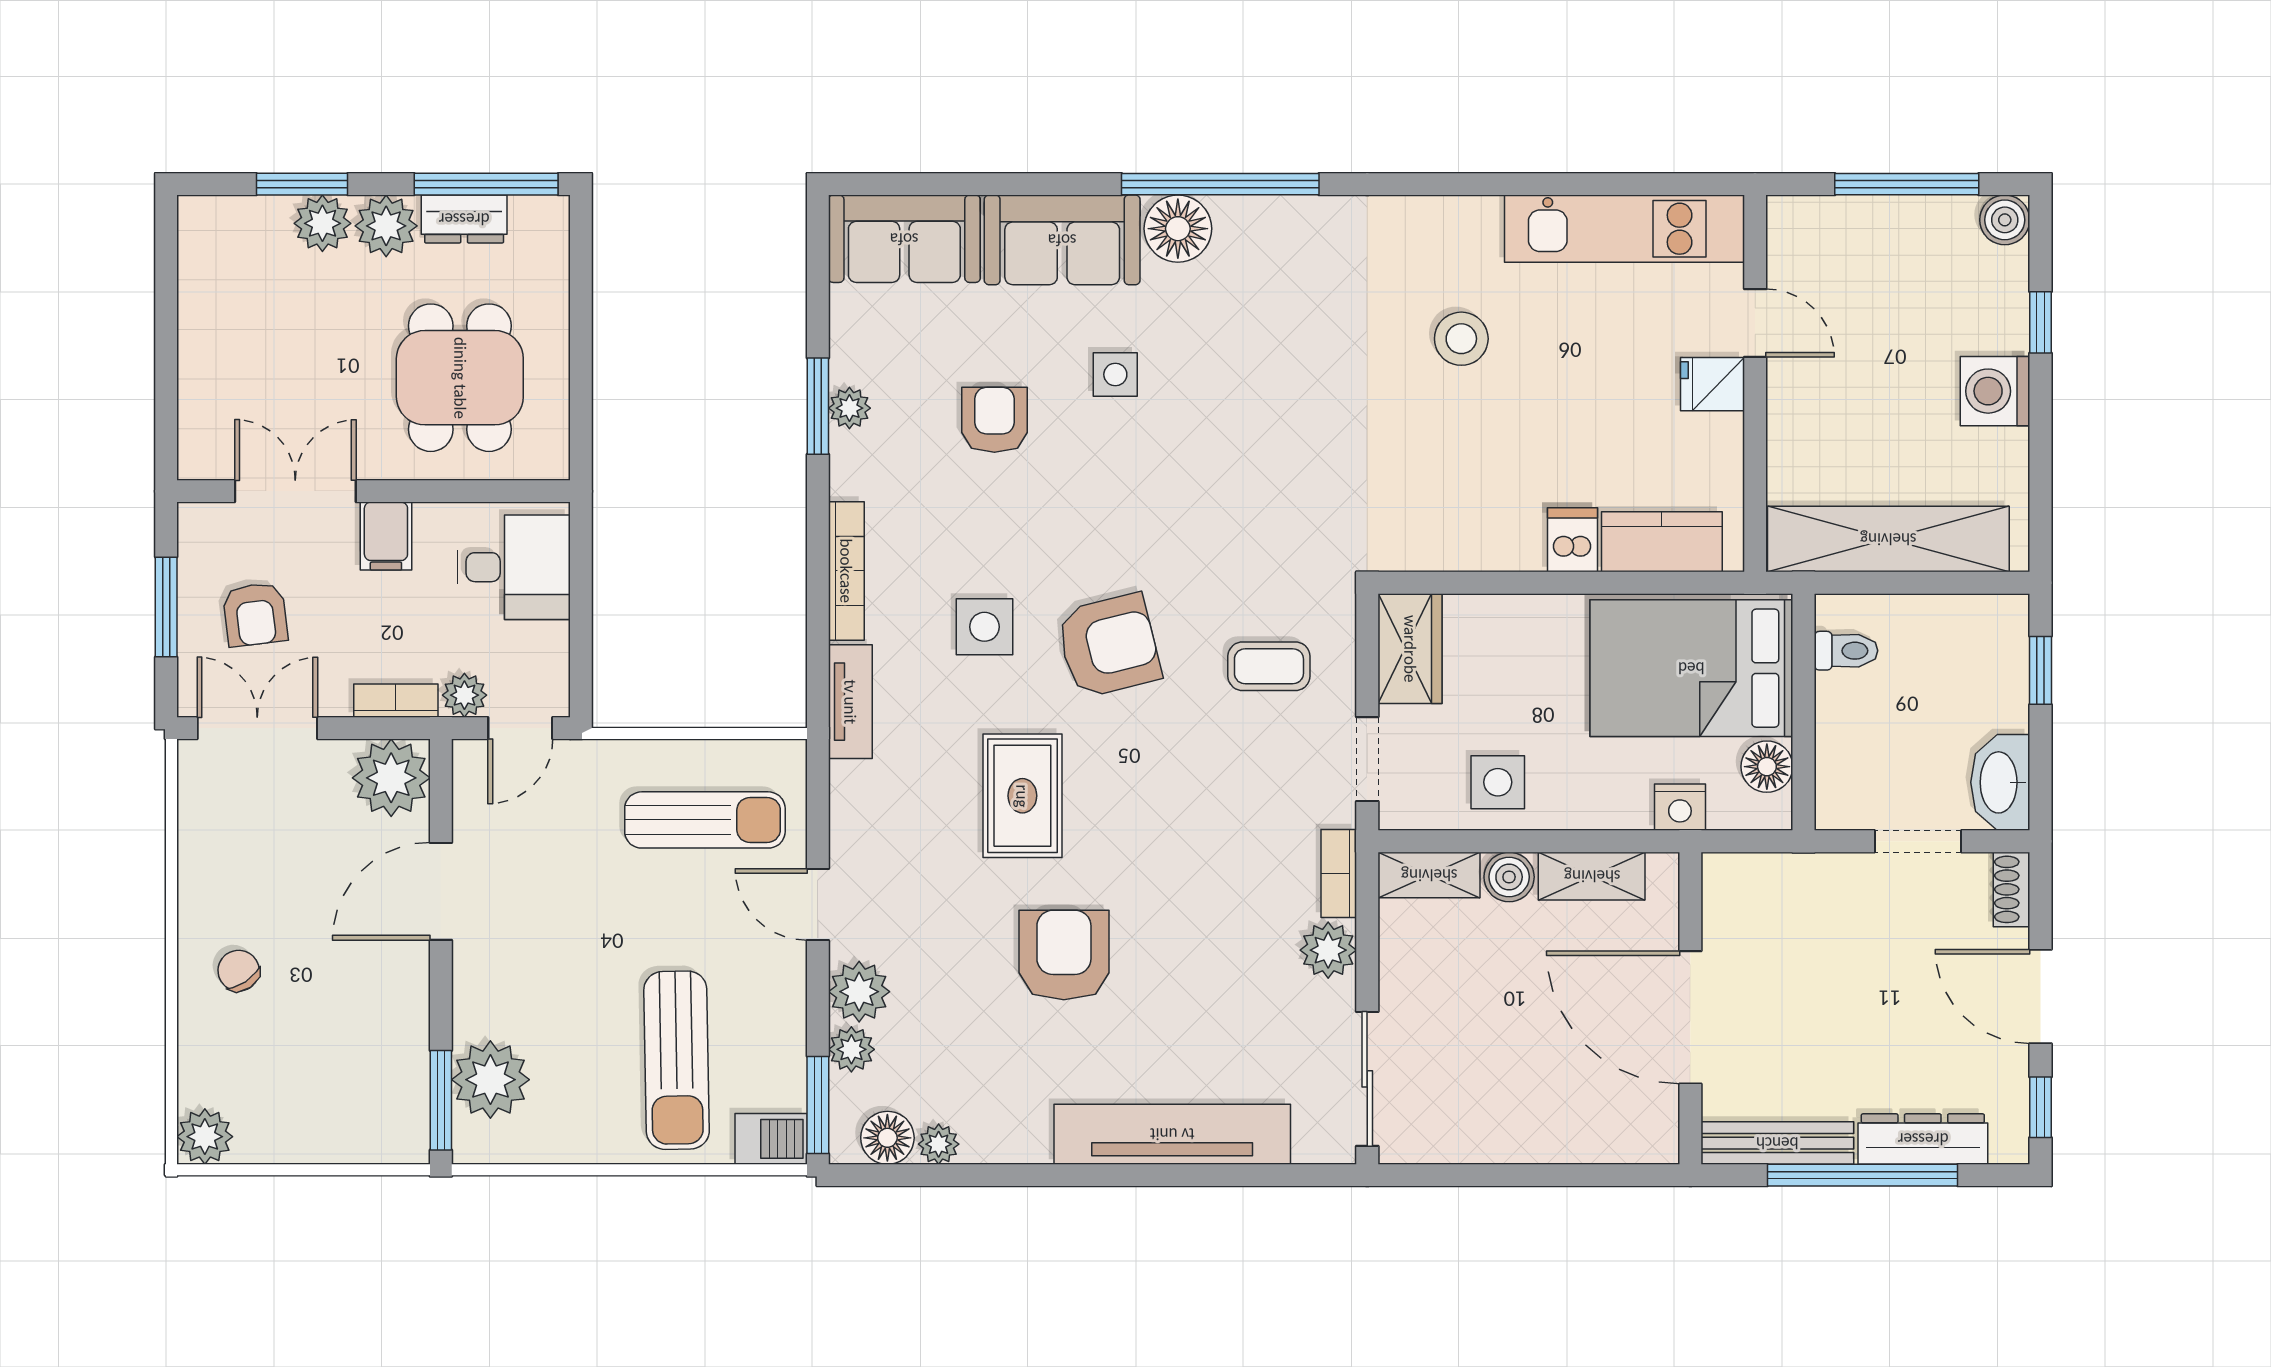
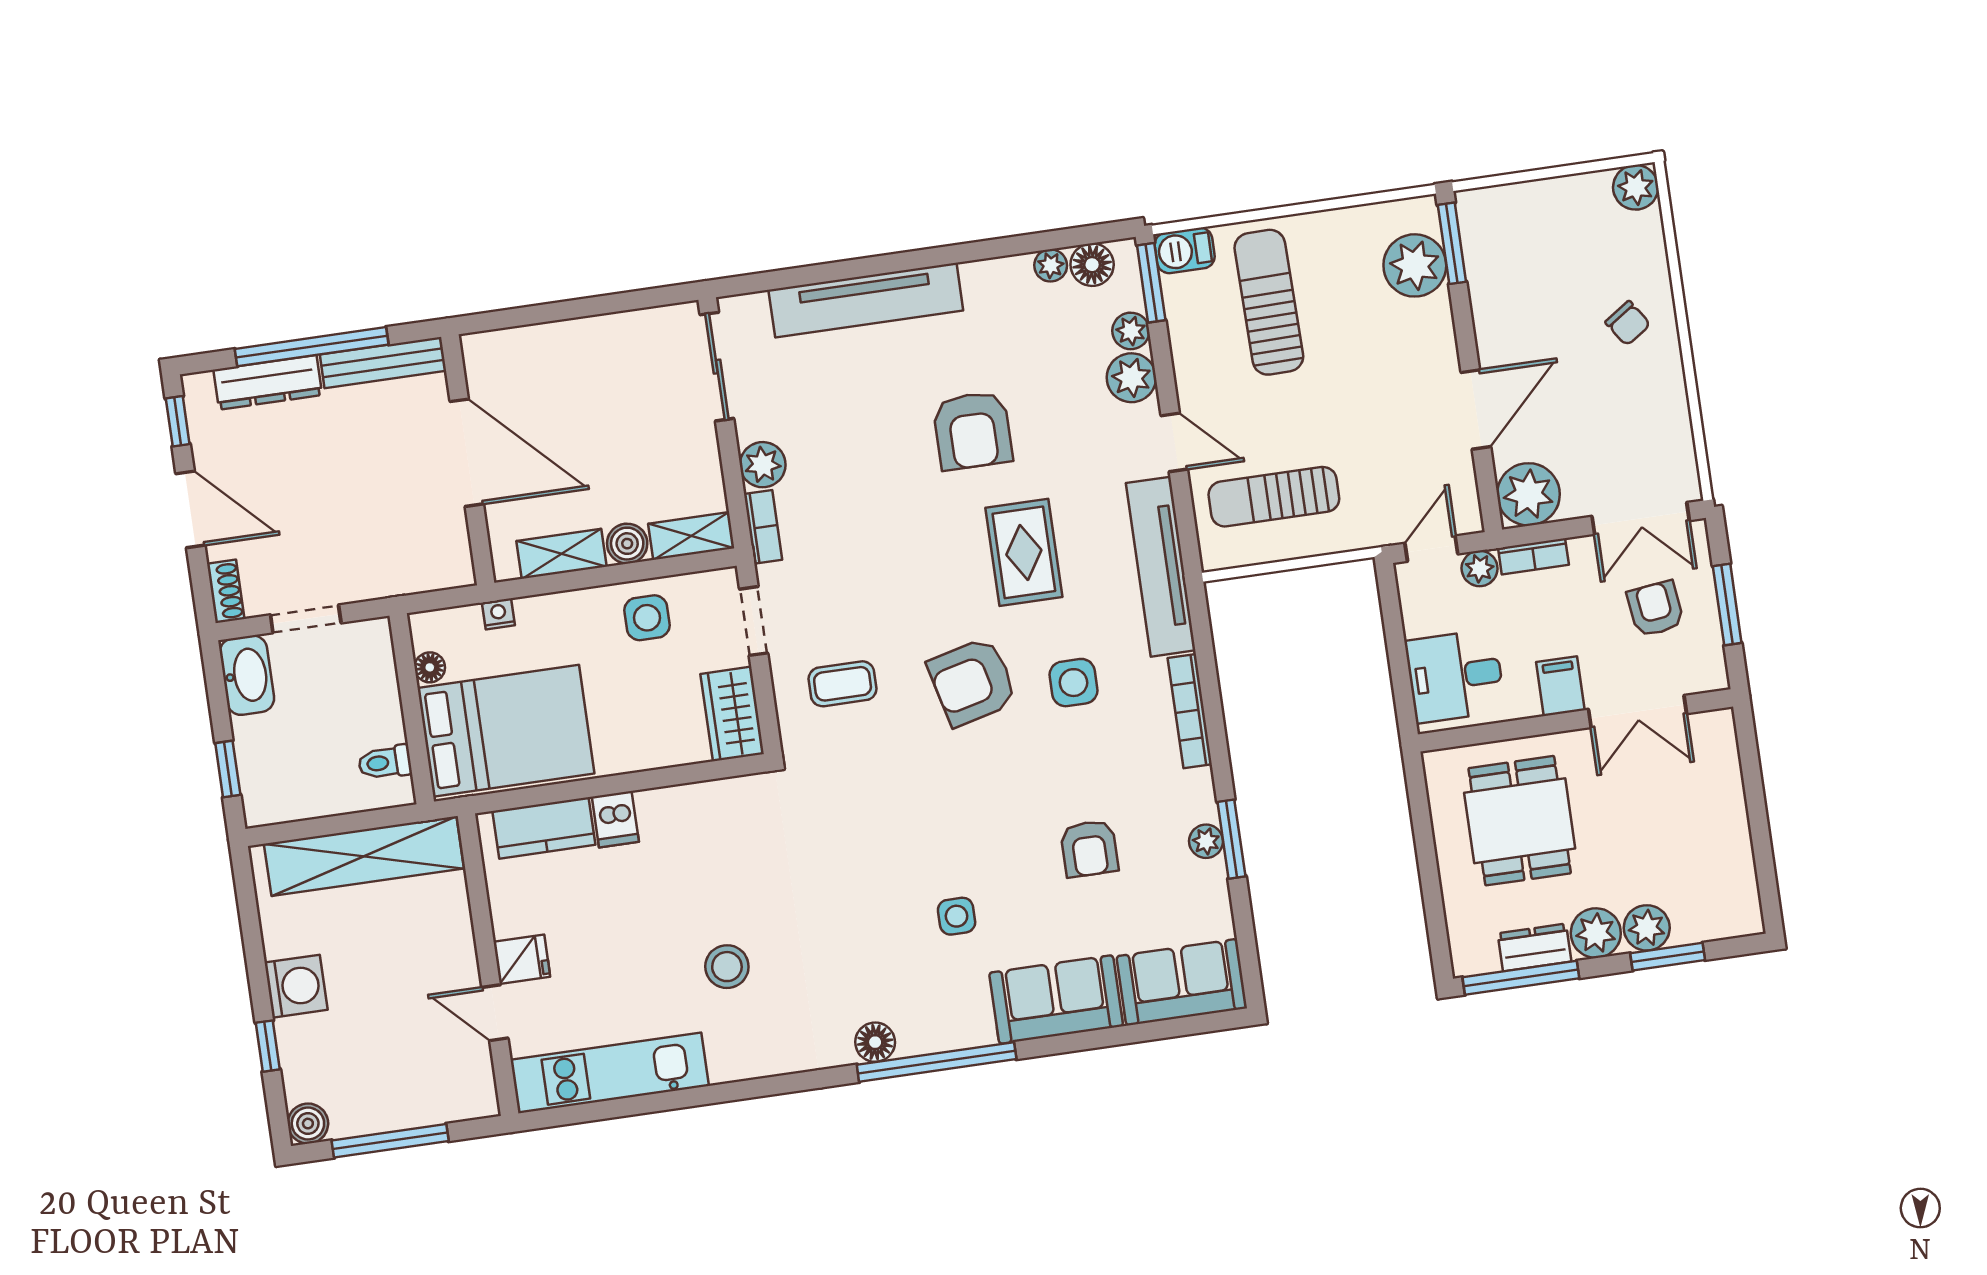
floor lamp: (1178, 229) -> (875, 1042), moved, width x0.73, depth x0.73
side table: (1115, 374) -> (957, 916), moved
tv unit: (850, 702) -> (1161, 567), width x1.92, depth x1.29
floor lamp: (1767, 767) -> (430, 667), width x0.73, depth x0.73
nightstand: (1680, 807) -> (498, 614), width x0.72, depth x0.74

